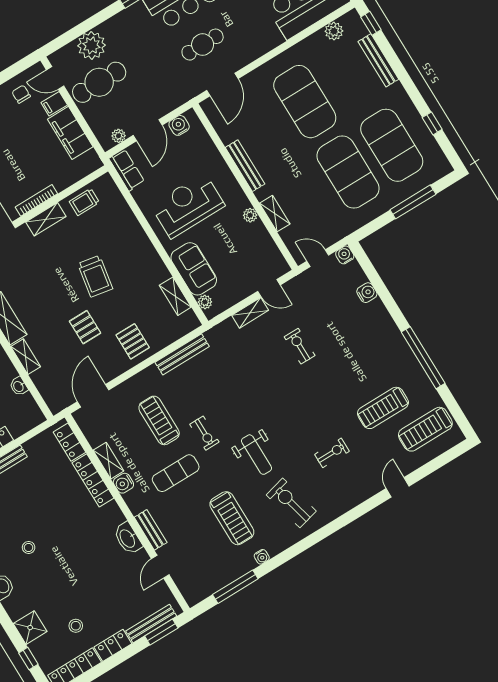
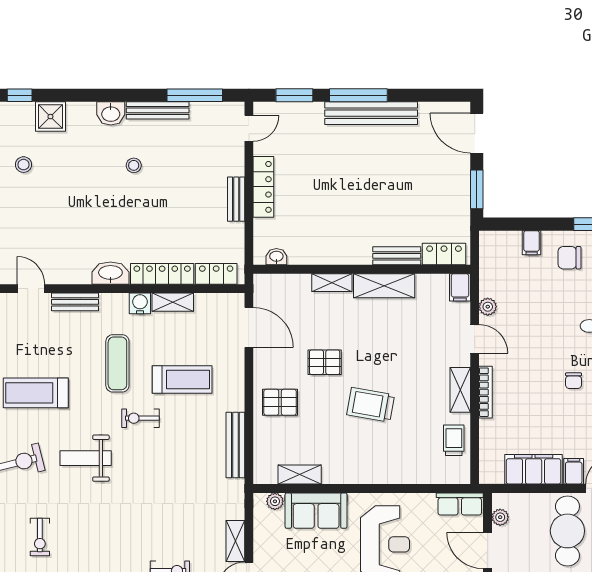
washbasin: (19, 386) -> (276, 257), moved
washbasin: (128, 538) -> (110, 273), moved

